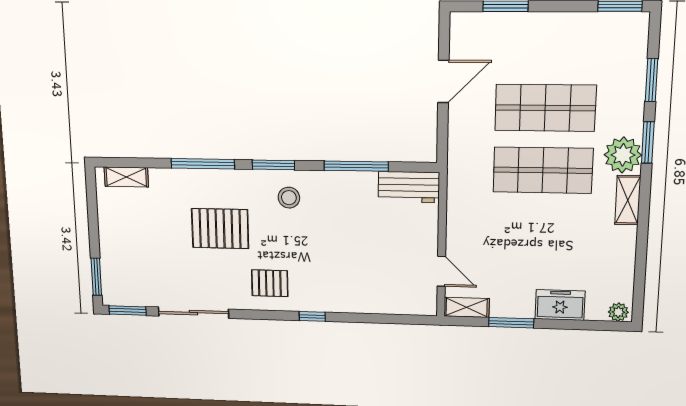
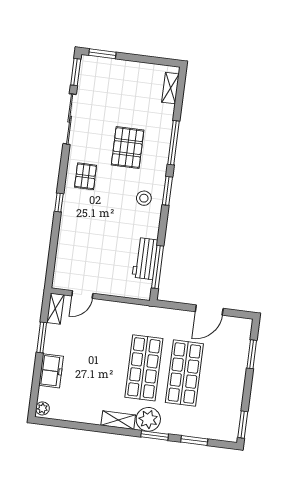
door: (443, 81) -> (209, 310), hinge flipped
window: (356, 166) -> (158, 267), moved
workbench: (409, 187) -> (145, 259), moved

